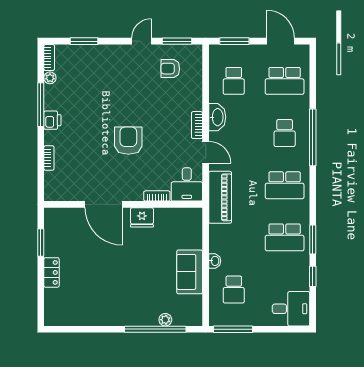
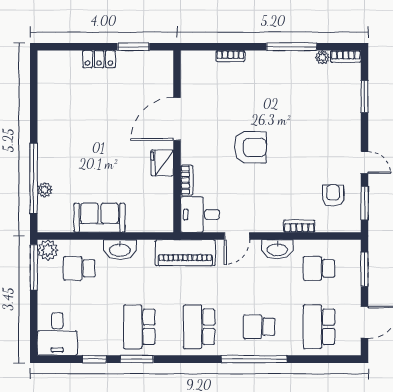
printer: (52, 120) -> (274, 60), removed
bookcase: (197, 125) -> (299, 226), moved
washbasin: (215, 261) -> (120, 250), width x1.91, depth x1.45
plant: (218, 317) -> (48, 250), added

